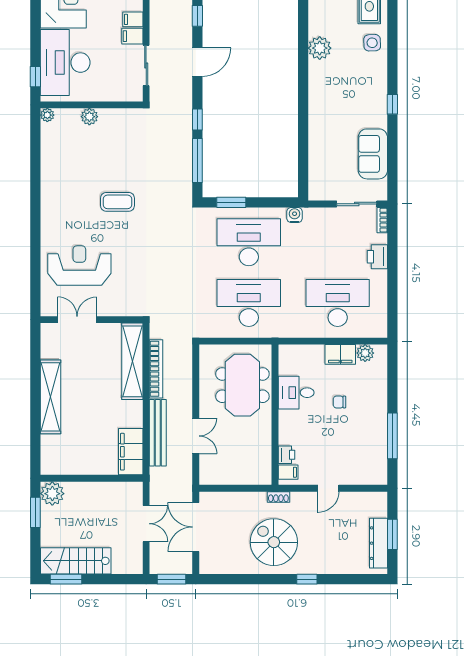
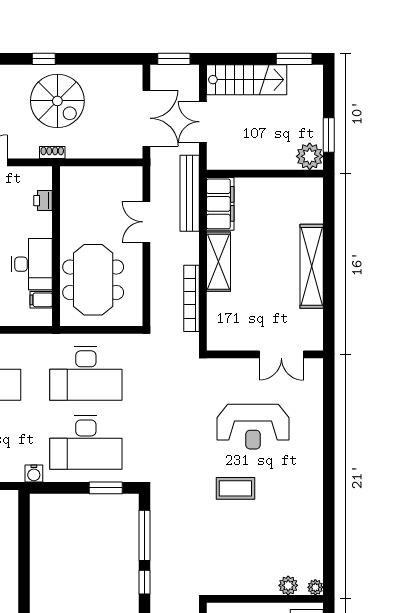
plant: (89, 117) -> (288, 585), moved
reception desk: (79, 265) -> (253, 427), moved
shelving: (132, 361) -> (218, 262), moved, width x0.68
desk: (296, 393) -> (32, 264), width x1.37
bench: (158, 433) -> (190, 193), moved
filing cabinet: (288, 472) -> (41, 300), moved
stairs: (76, 561) -> (247, 80), moved
window: (307, 579) -> (44, 59), moved

